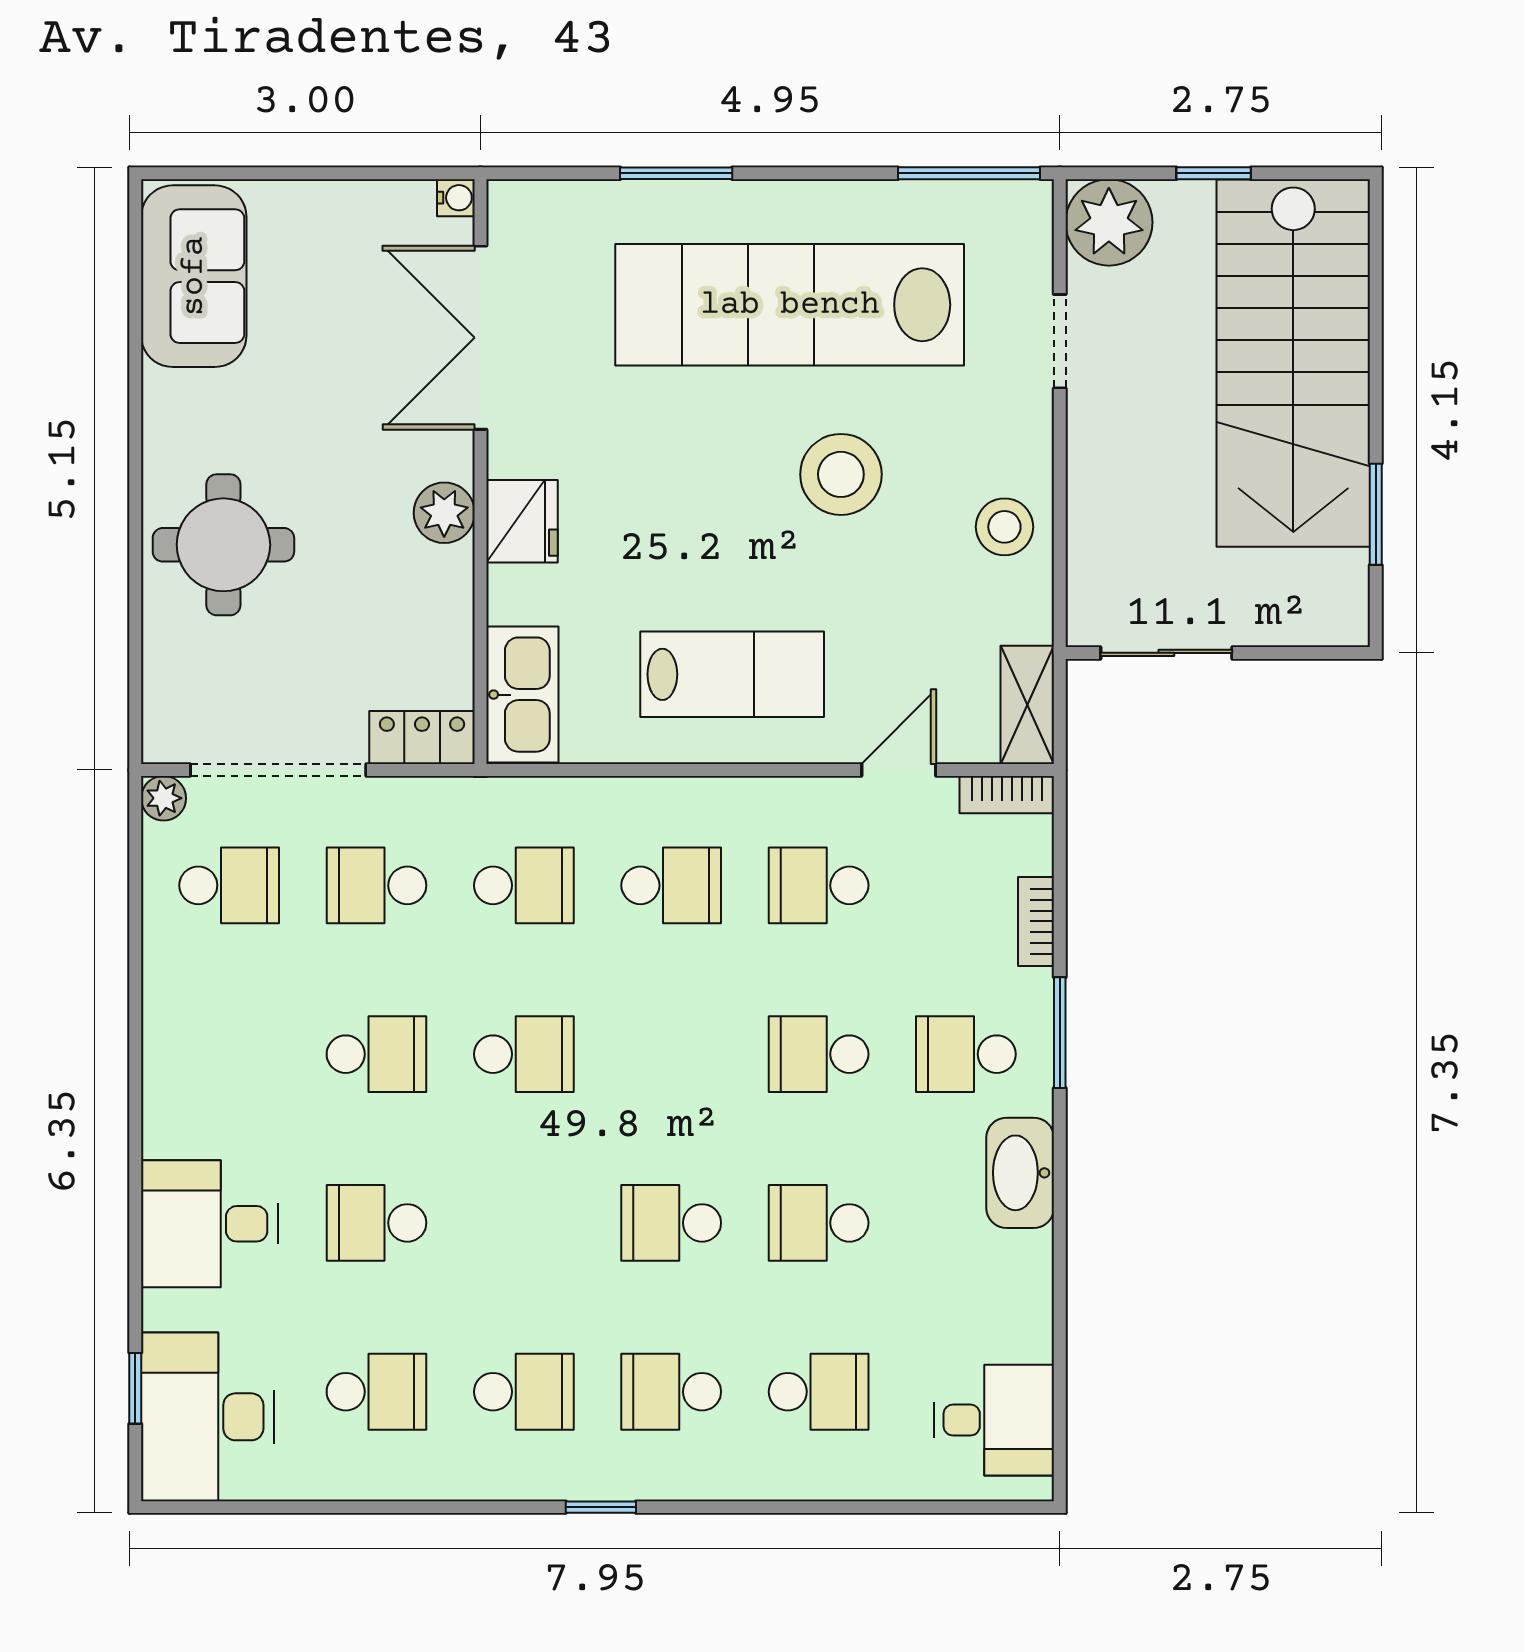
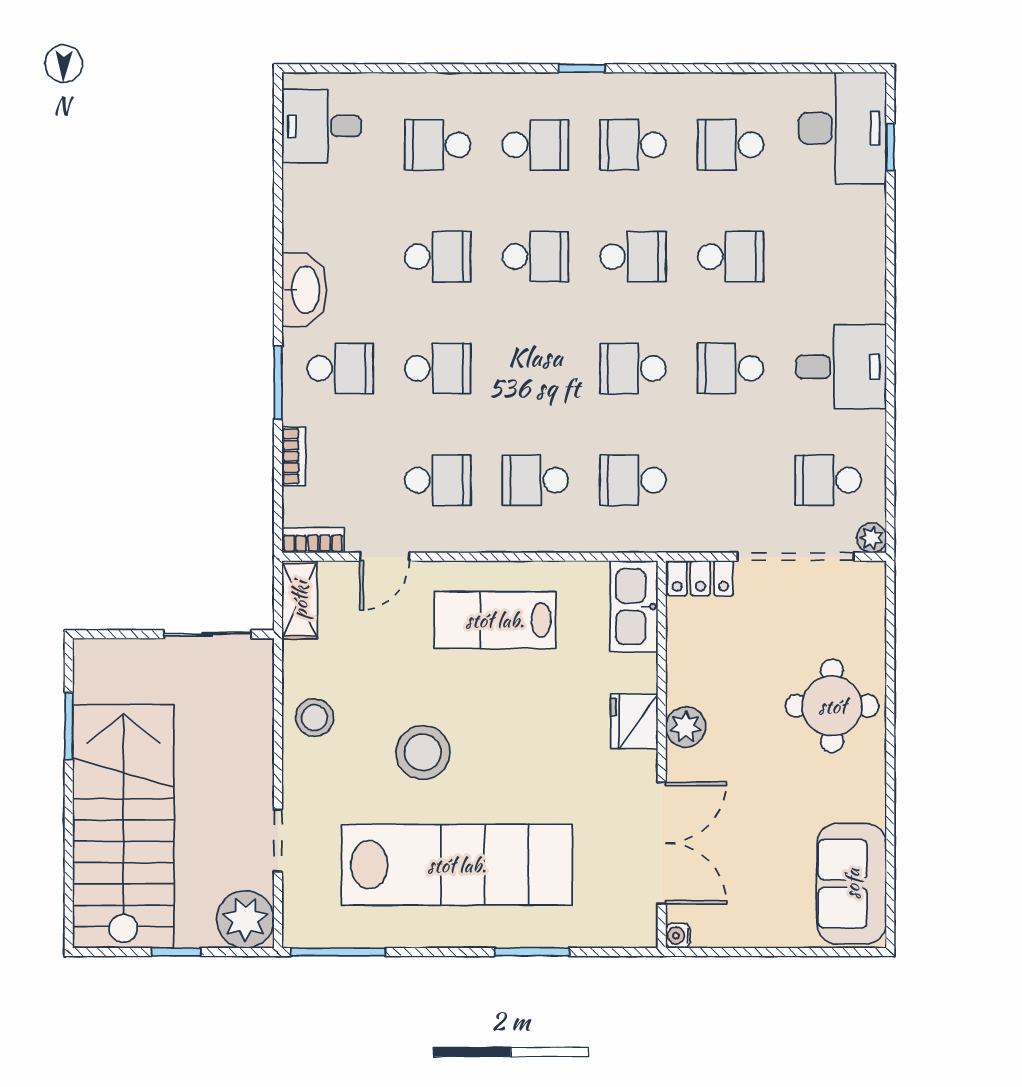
school desk: (376, 885) -> (633, 257), moved
desk: (210, 1224) -> (841, 367), moved

